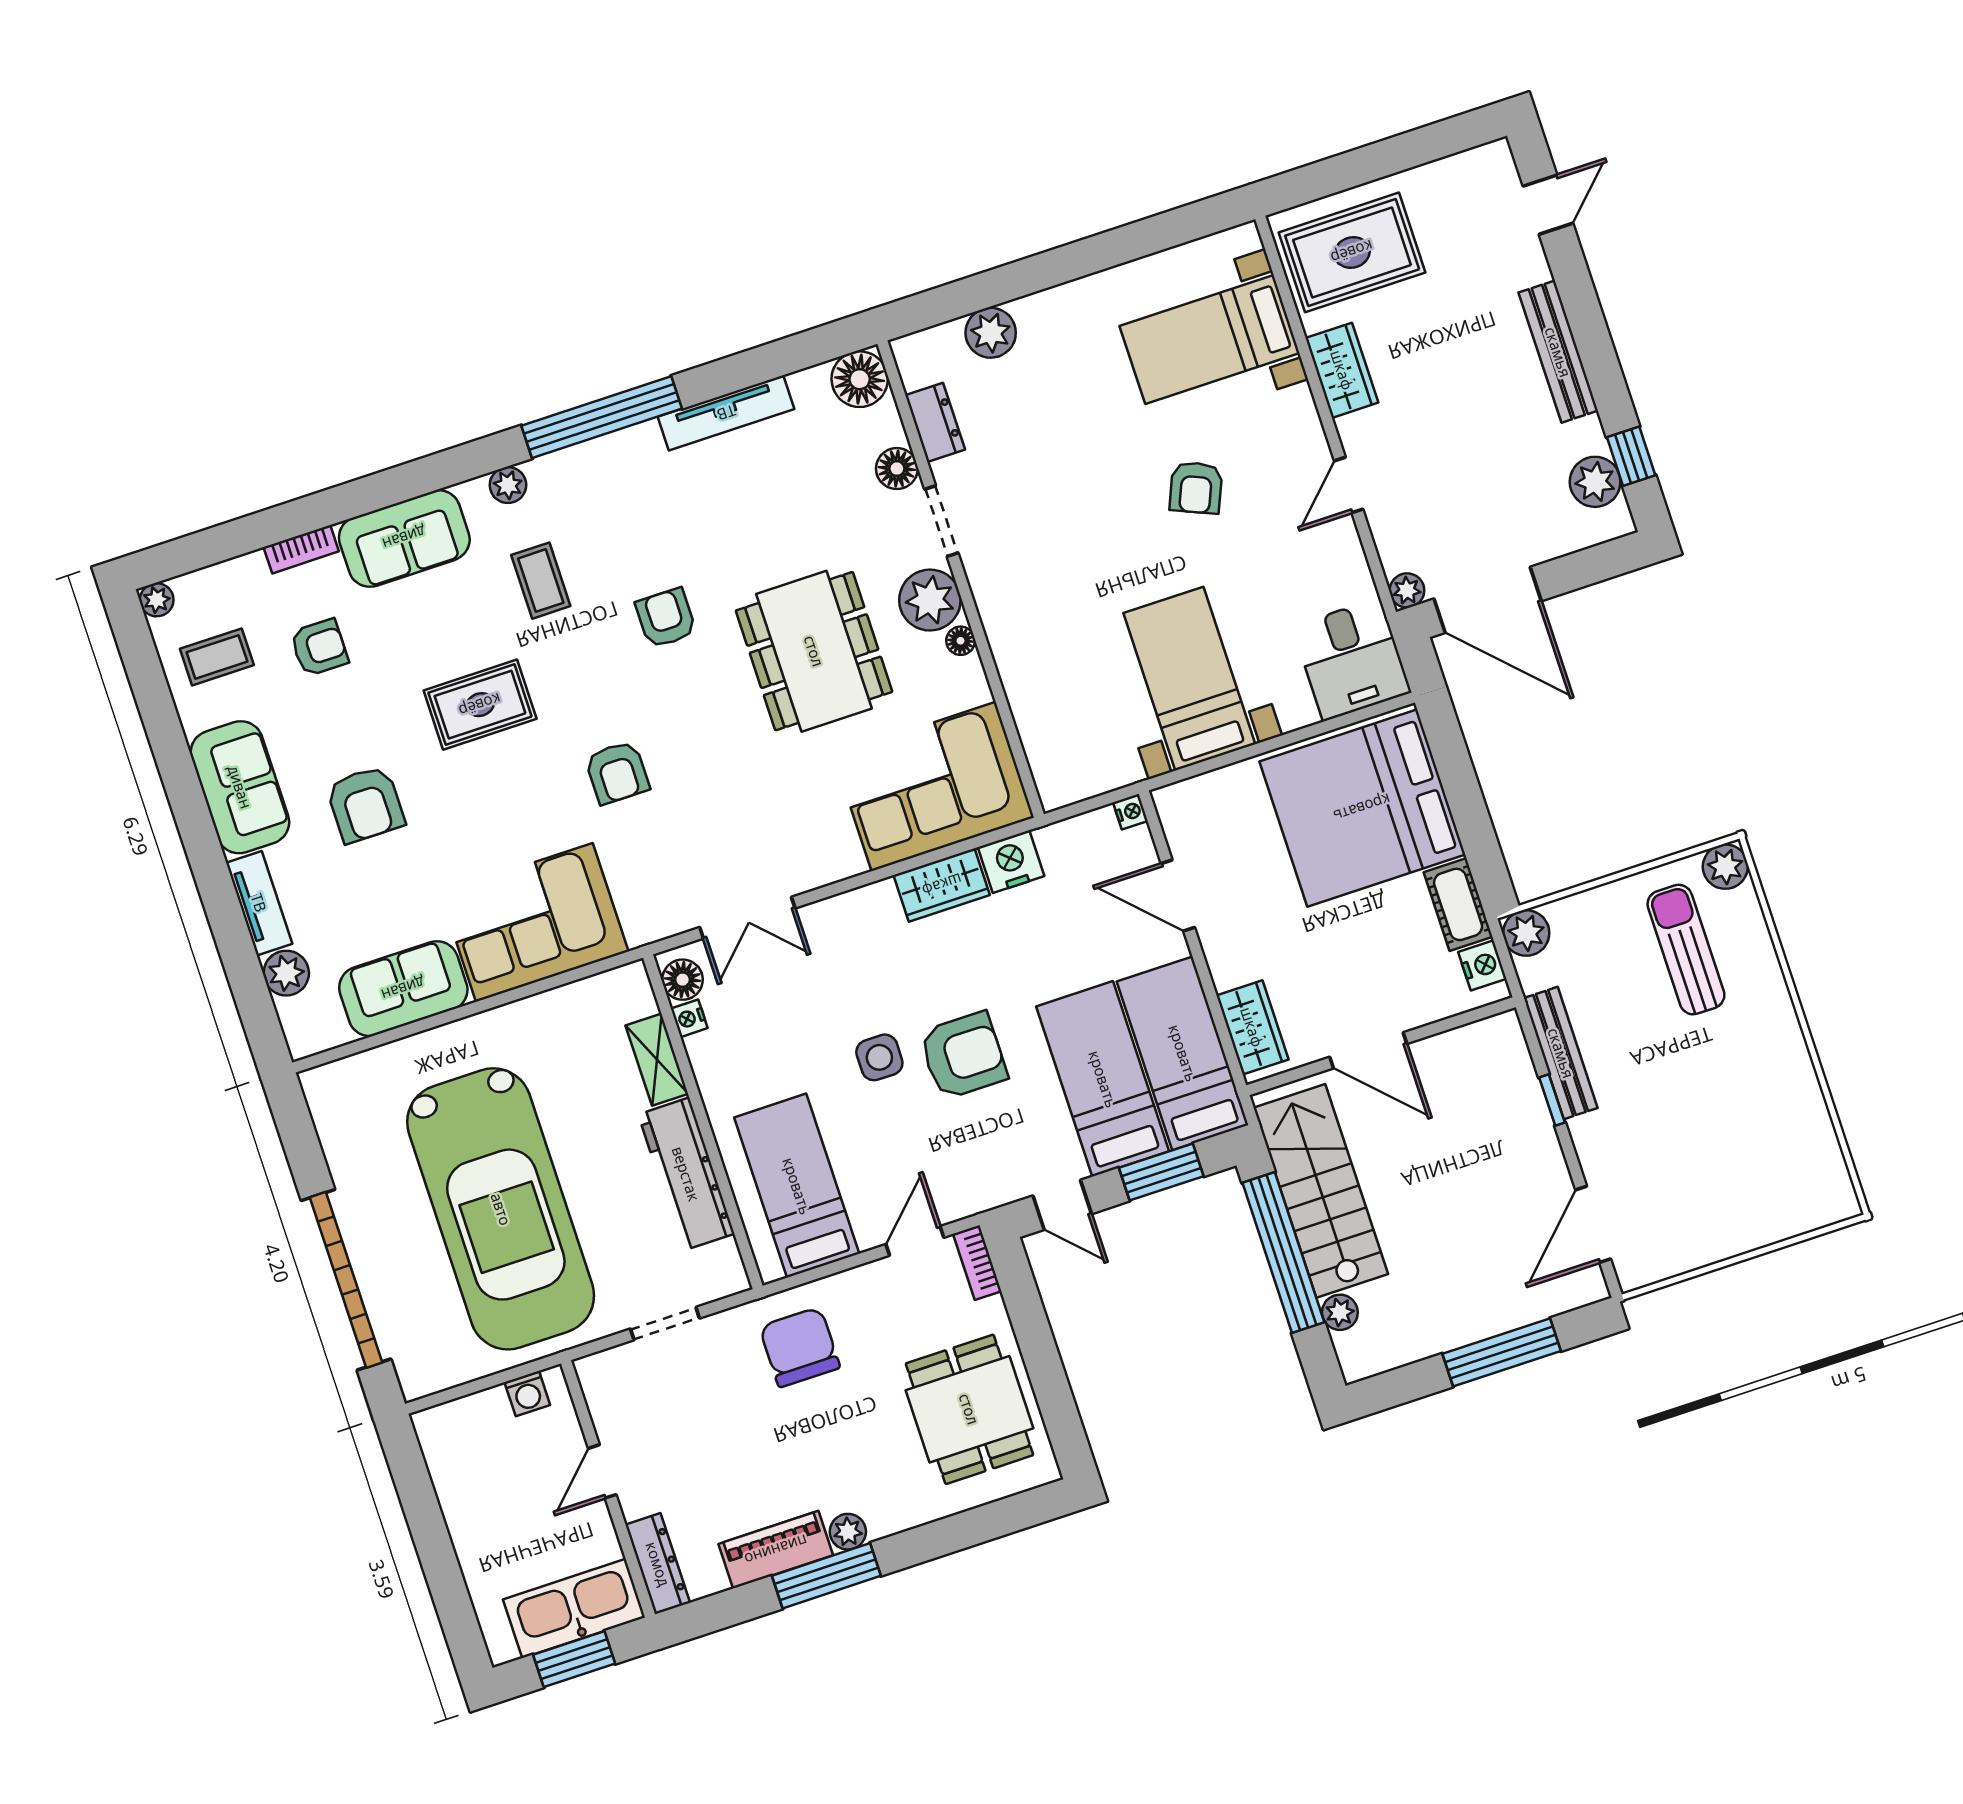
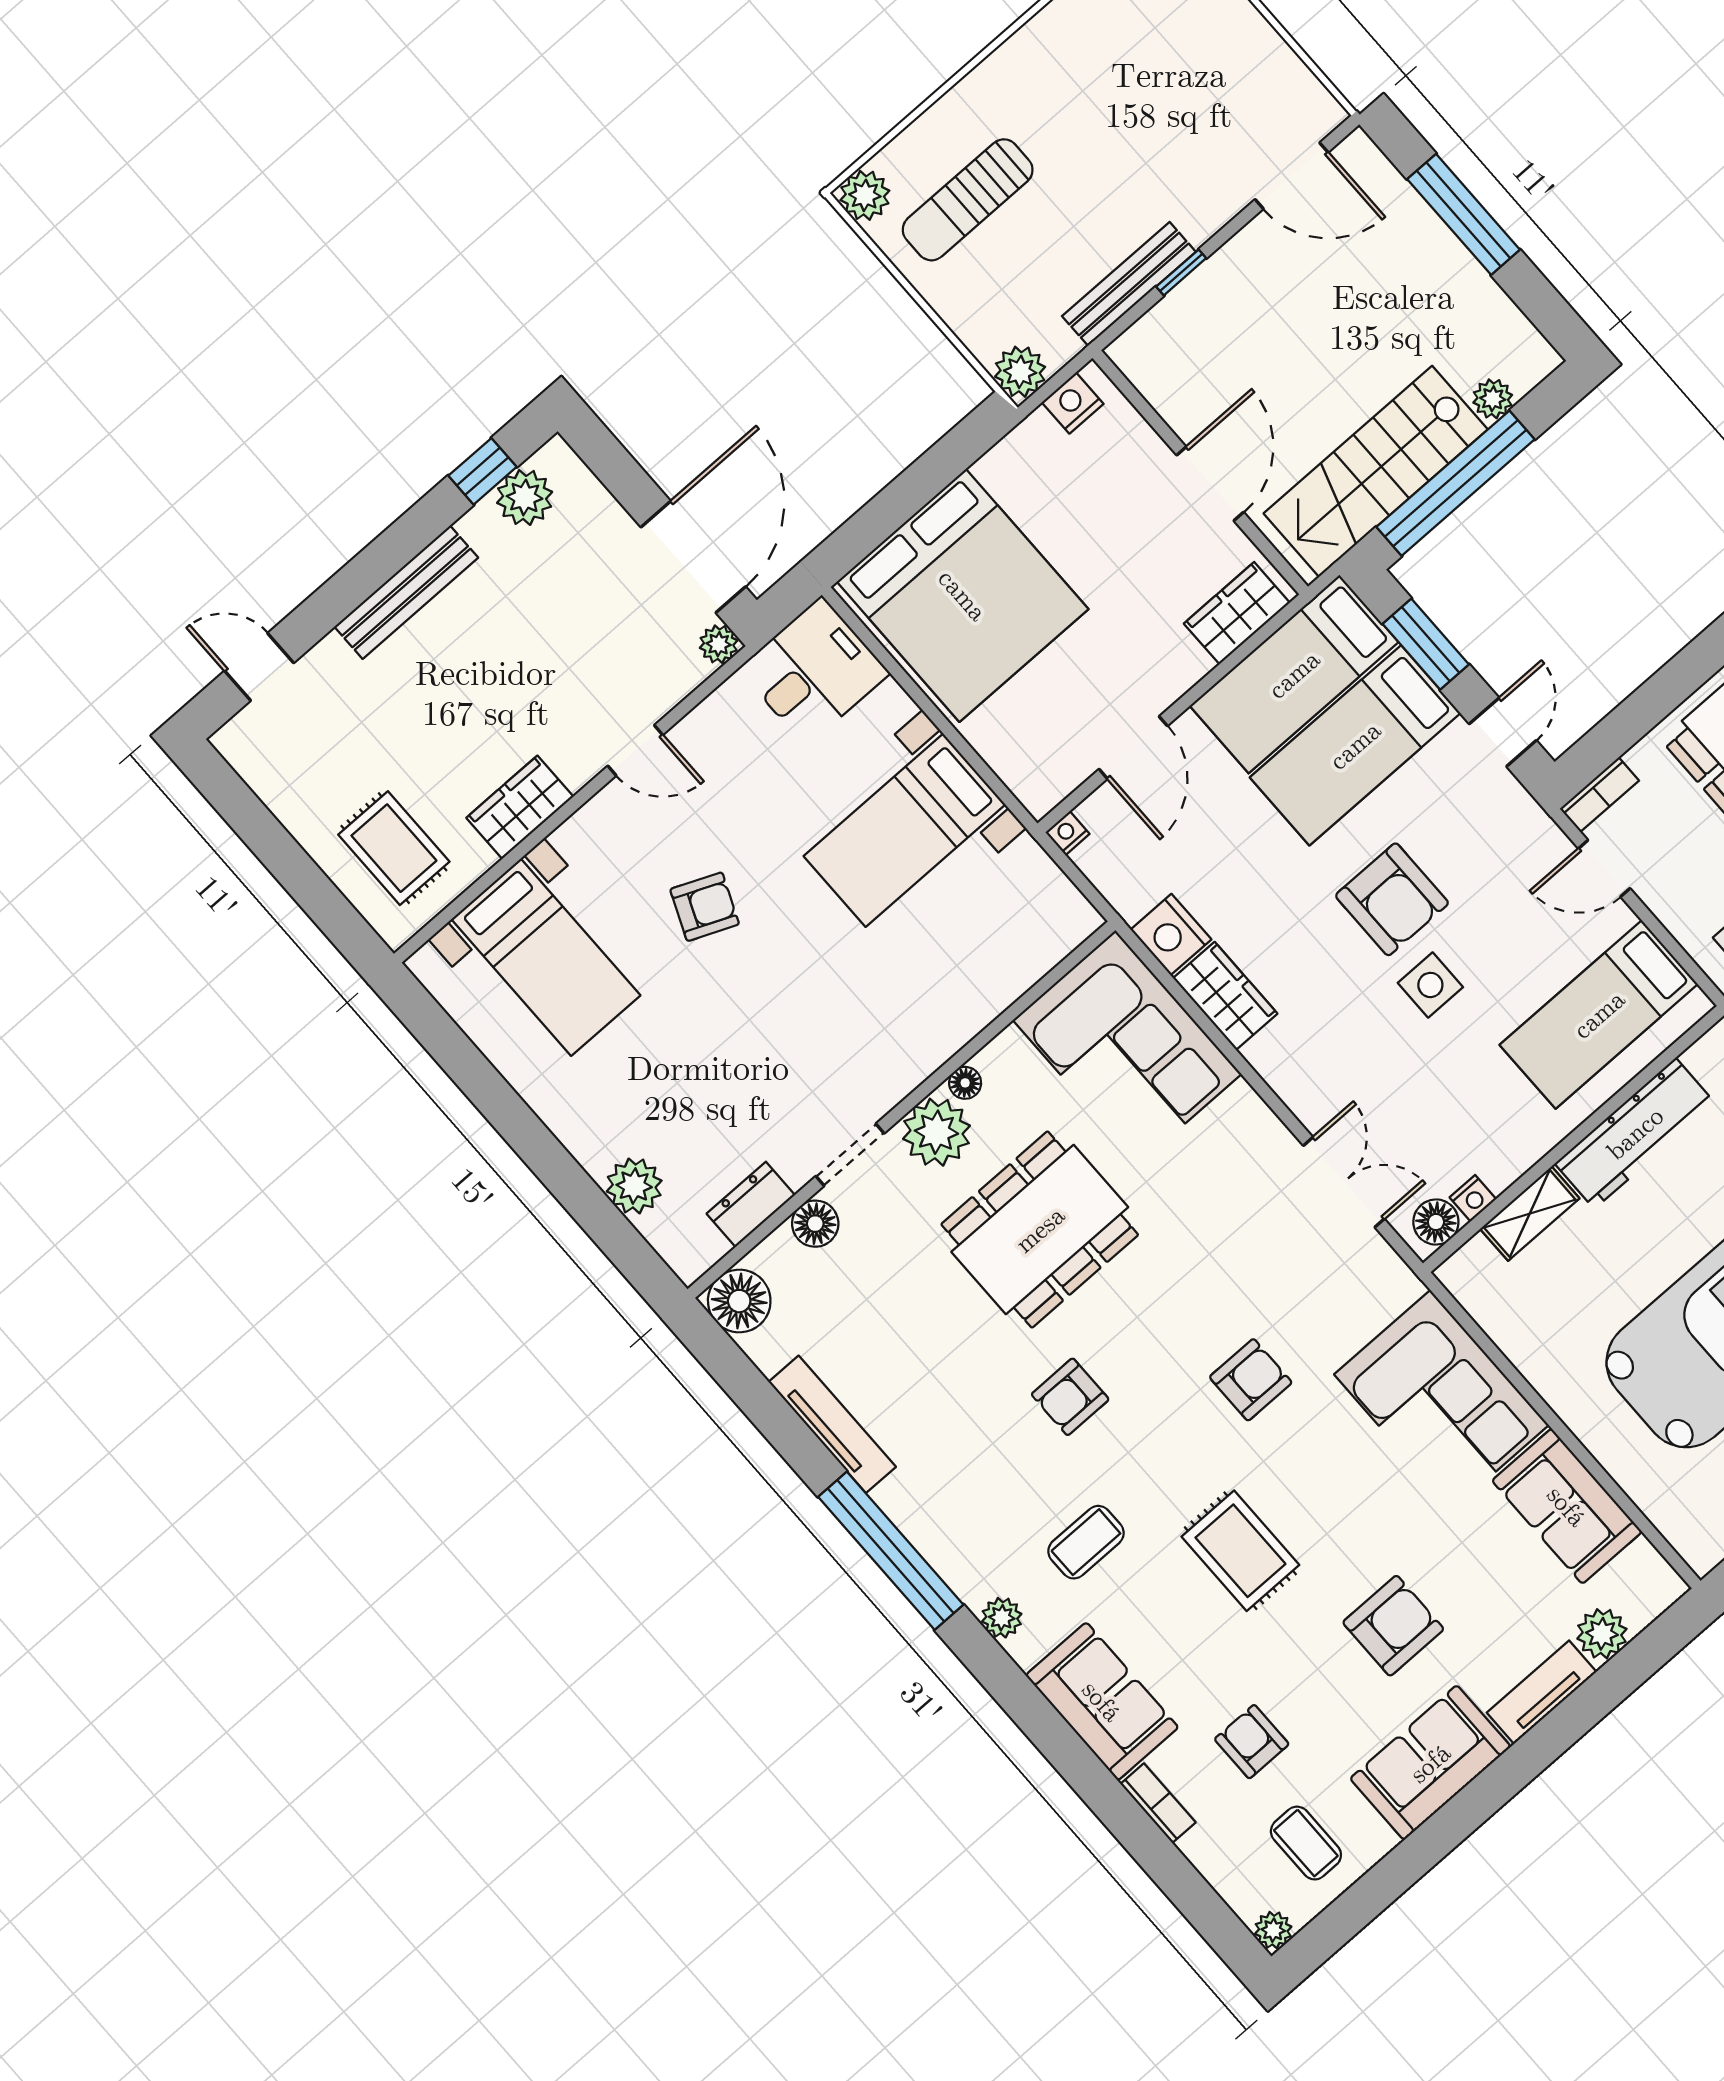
rug: (1352, 252) -> (394, 848), width x0.73, depth x0.70
cot: (1458, 904) -> (1020, 455), removed
armchair: (963, 1056) -> (1392, 899), turned 180

